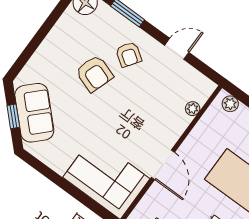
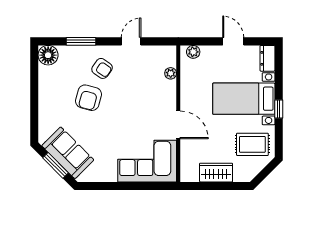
armchair: (94, 74) -> (89, 98), turned 86
window: (13, 116) -> (56, 165), width x1.50

